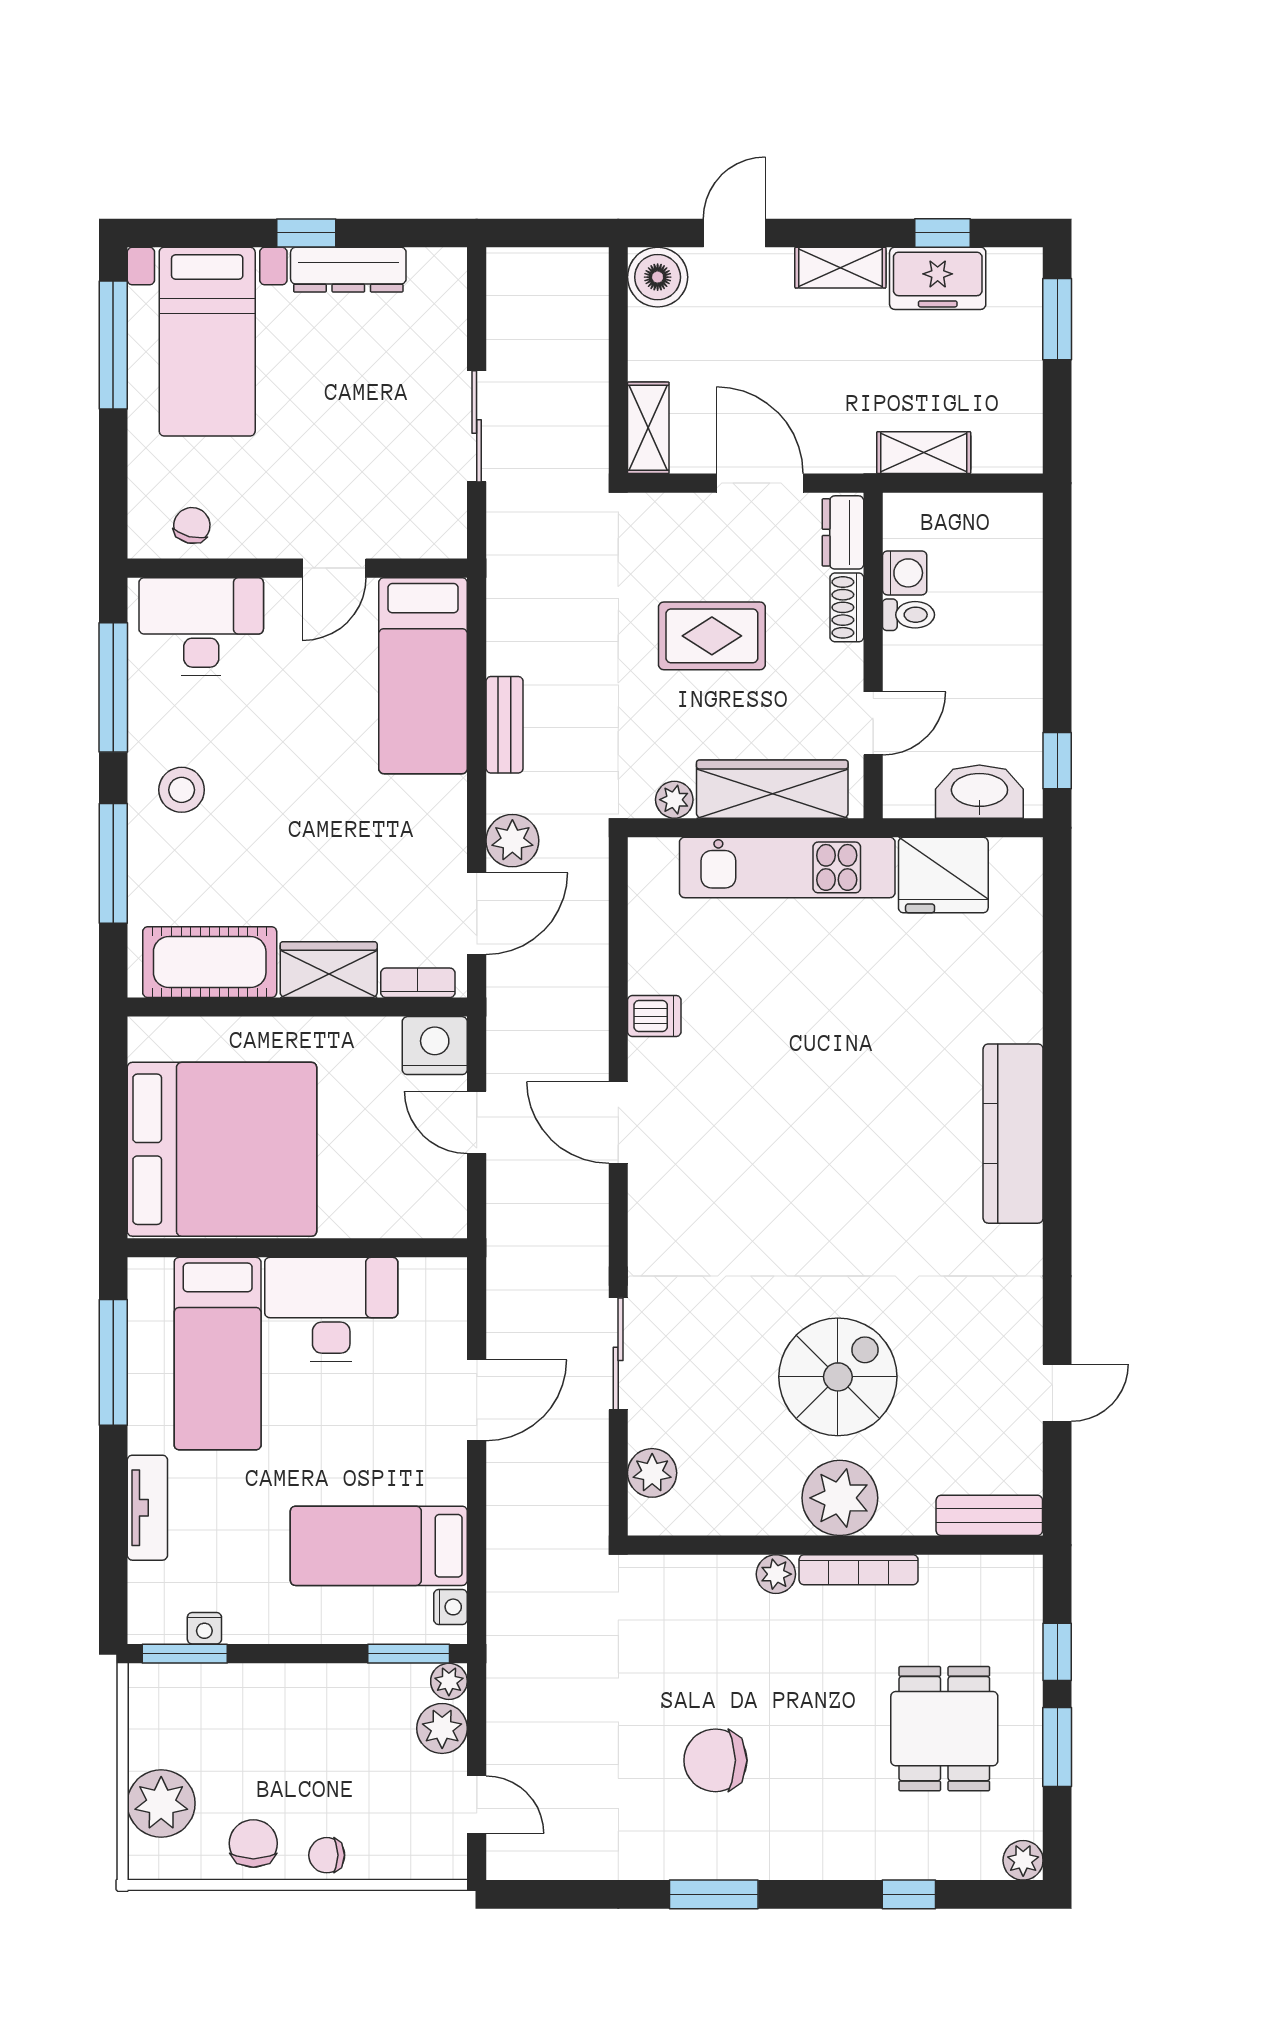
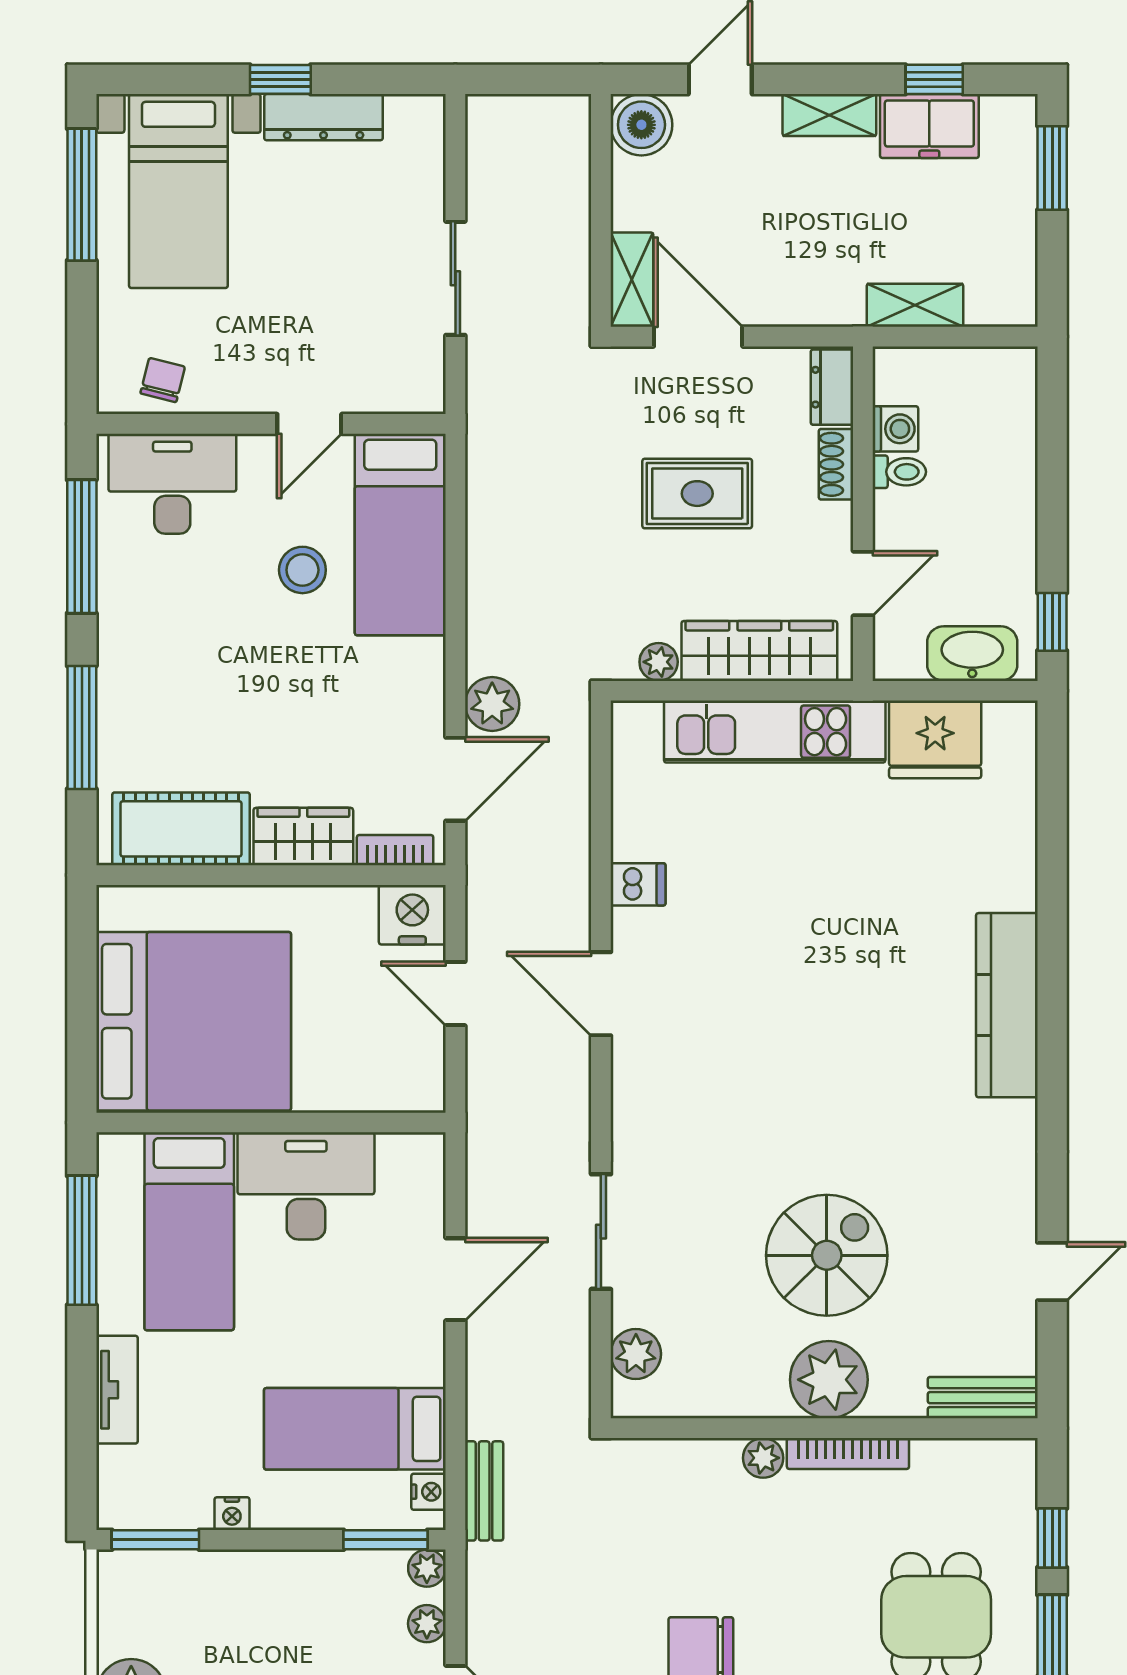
door: (760, 483) -> (698, 337), moved
bench: (505, 725) -> (484, 1491), moved
stool: (182, 790) -> (302, 570), moved
nightstand: (204, 1628) -> (232, 1514), moved
plant: (442, 1728) -> (427, 1624), width x0.73, depth x0.73

